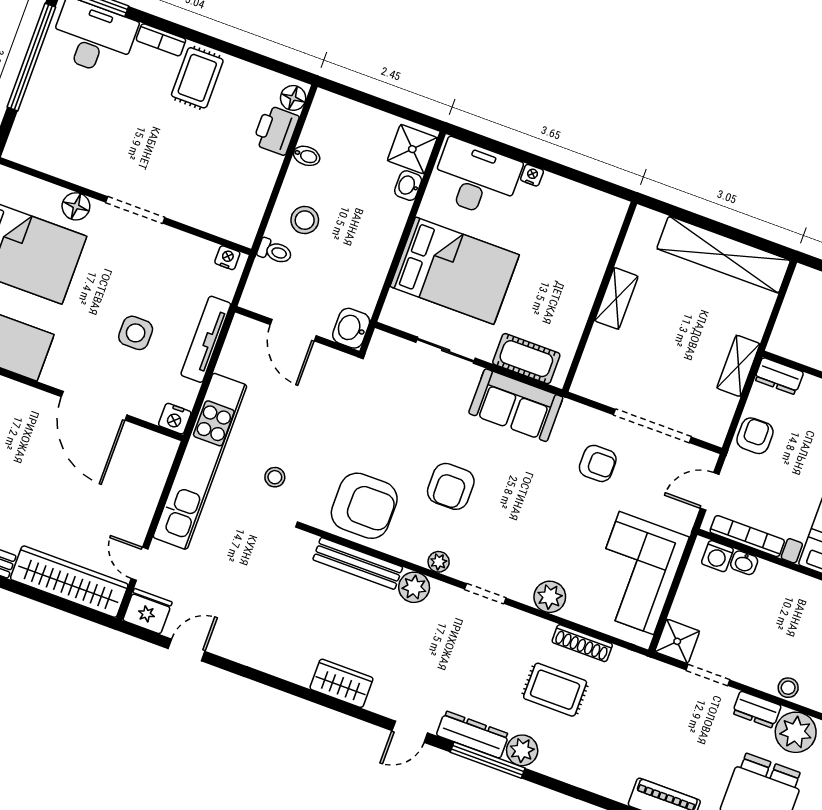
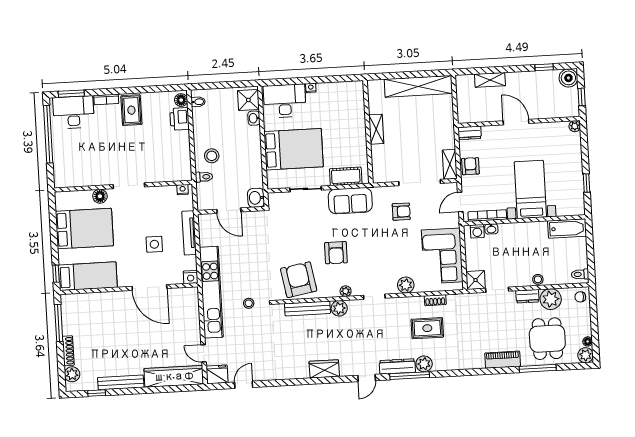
bidet: (307, 156) -> (198, 102), moved
shelving: (738, 366) -> (450, 164), moved
stool: (275, 477) -> (249, 303), moved
armchair: (364, 506) -> (299, 280), turned -100
shoe rack: (582, 643) -> (435, 300), width x0.70

